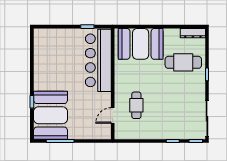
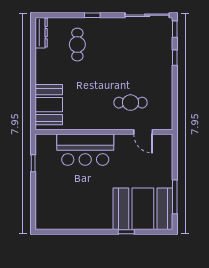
booth: (141, 44) -> (49, 105), width x0.73, depth x0.70
bar counter: (98, 60) -> (85, 150), width x0.73
cafe table: (183, 62) -> (77, 45), width x0.73, depth x0.74

